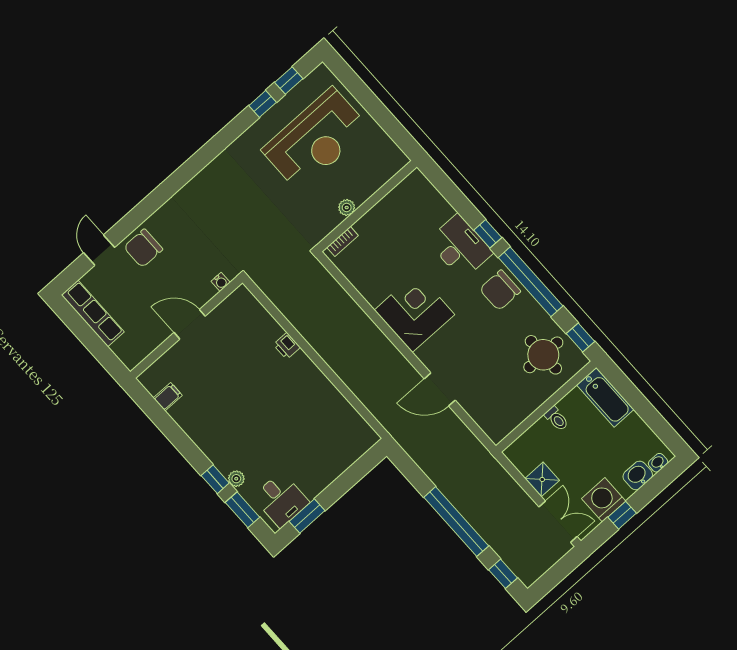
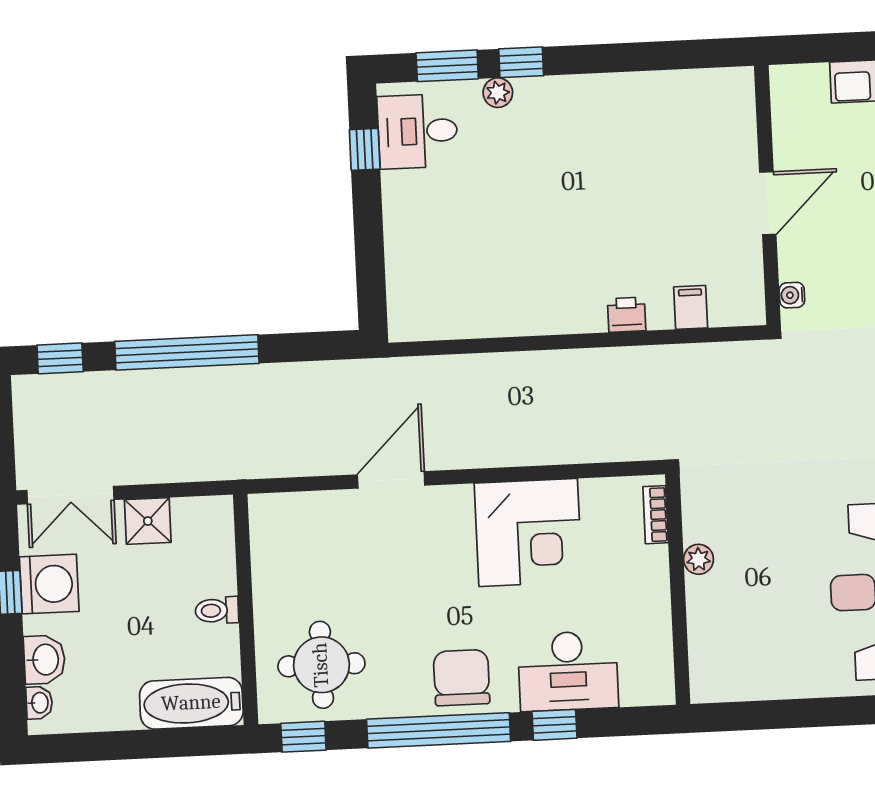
wall: (367, 206) -> (678, 589), moved
plant: (347, 208) -> (699, 559), moved
bookcase: (342, 241) -> (656, 515), moved
filing cabinet: (168, 397) -> (691, 307), moved, turned 180
window: (307, 516) -> (365, 149), width x0.67

